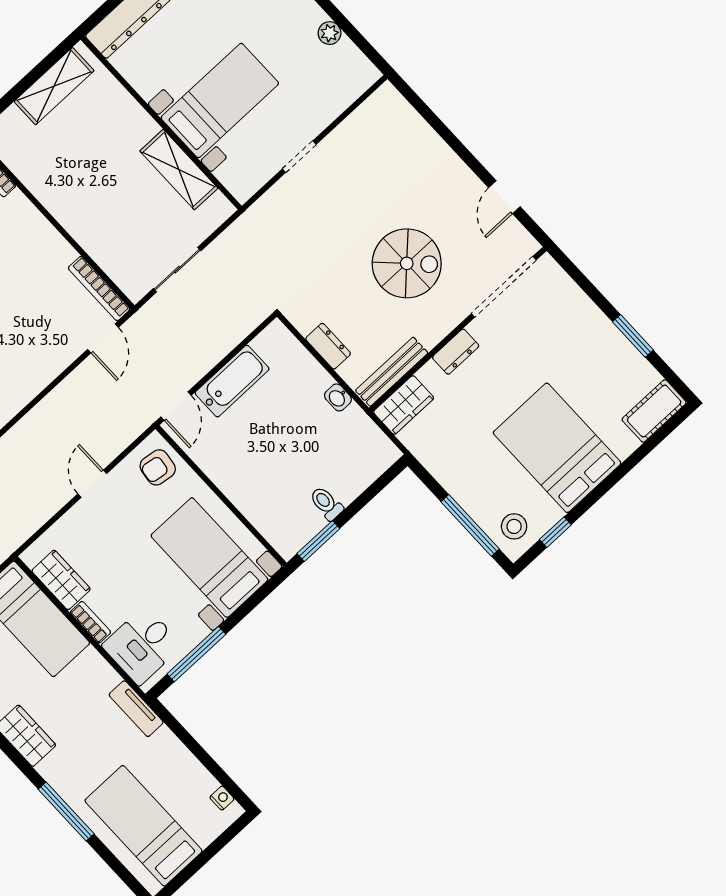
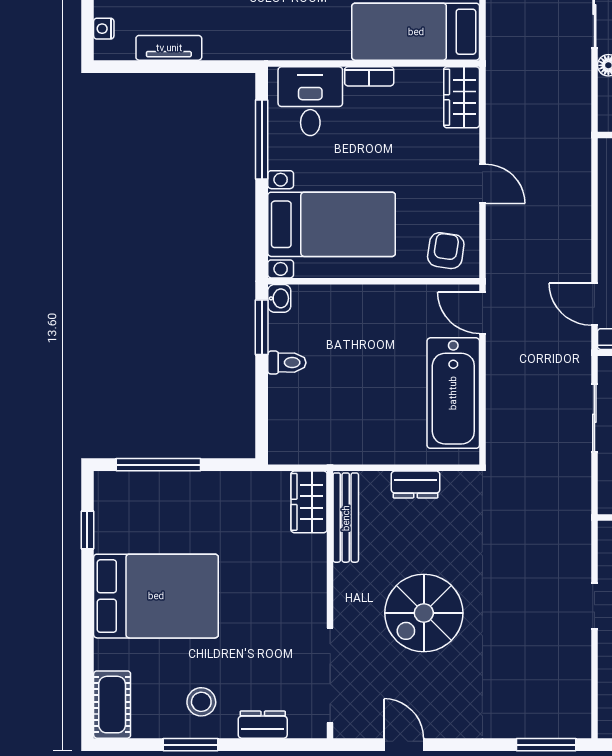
window: (419, 105) -> (546, 745), added
dresser: (456, 352) -> (263, 725), moved, turned 90
bathtub: (232, 381) -> (453, 393), width x1.36, depth x1.36
washbasin: (338, 397) -> (279, 298), moved, turned 90
stool: (514, 526) -> (201, 702), moved
wardrobe: (61, 580) -> (462, 97), moved, turned 90
tv unit: (136, 709) -> (169, 48), moved
nightstand: (222, 798) -> (104, 29), moved, turned 90

